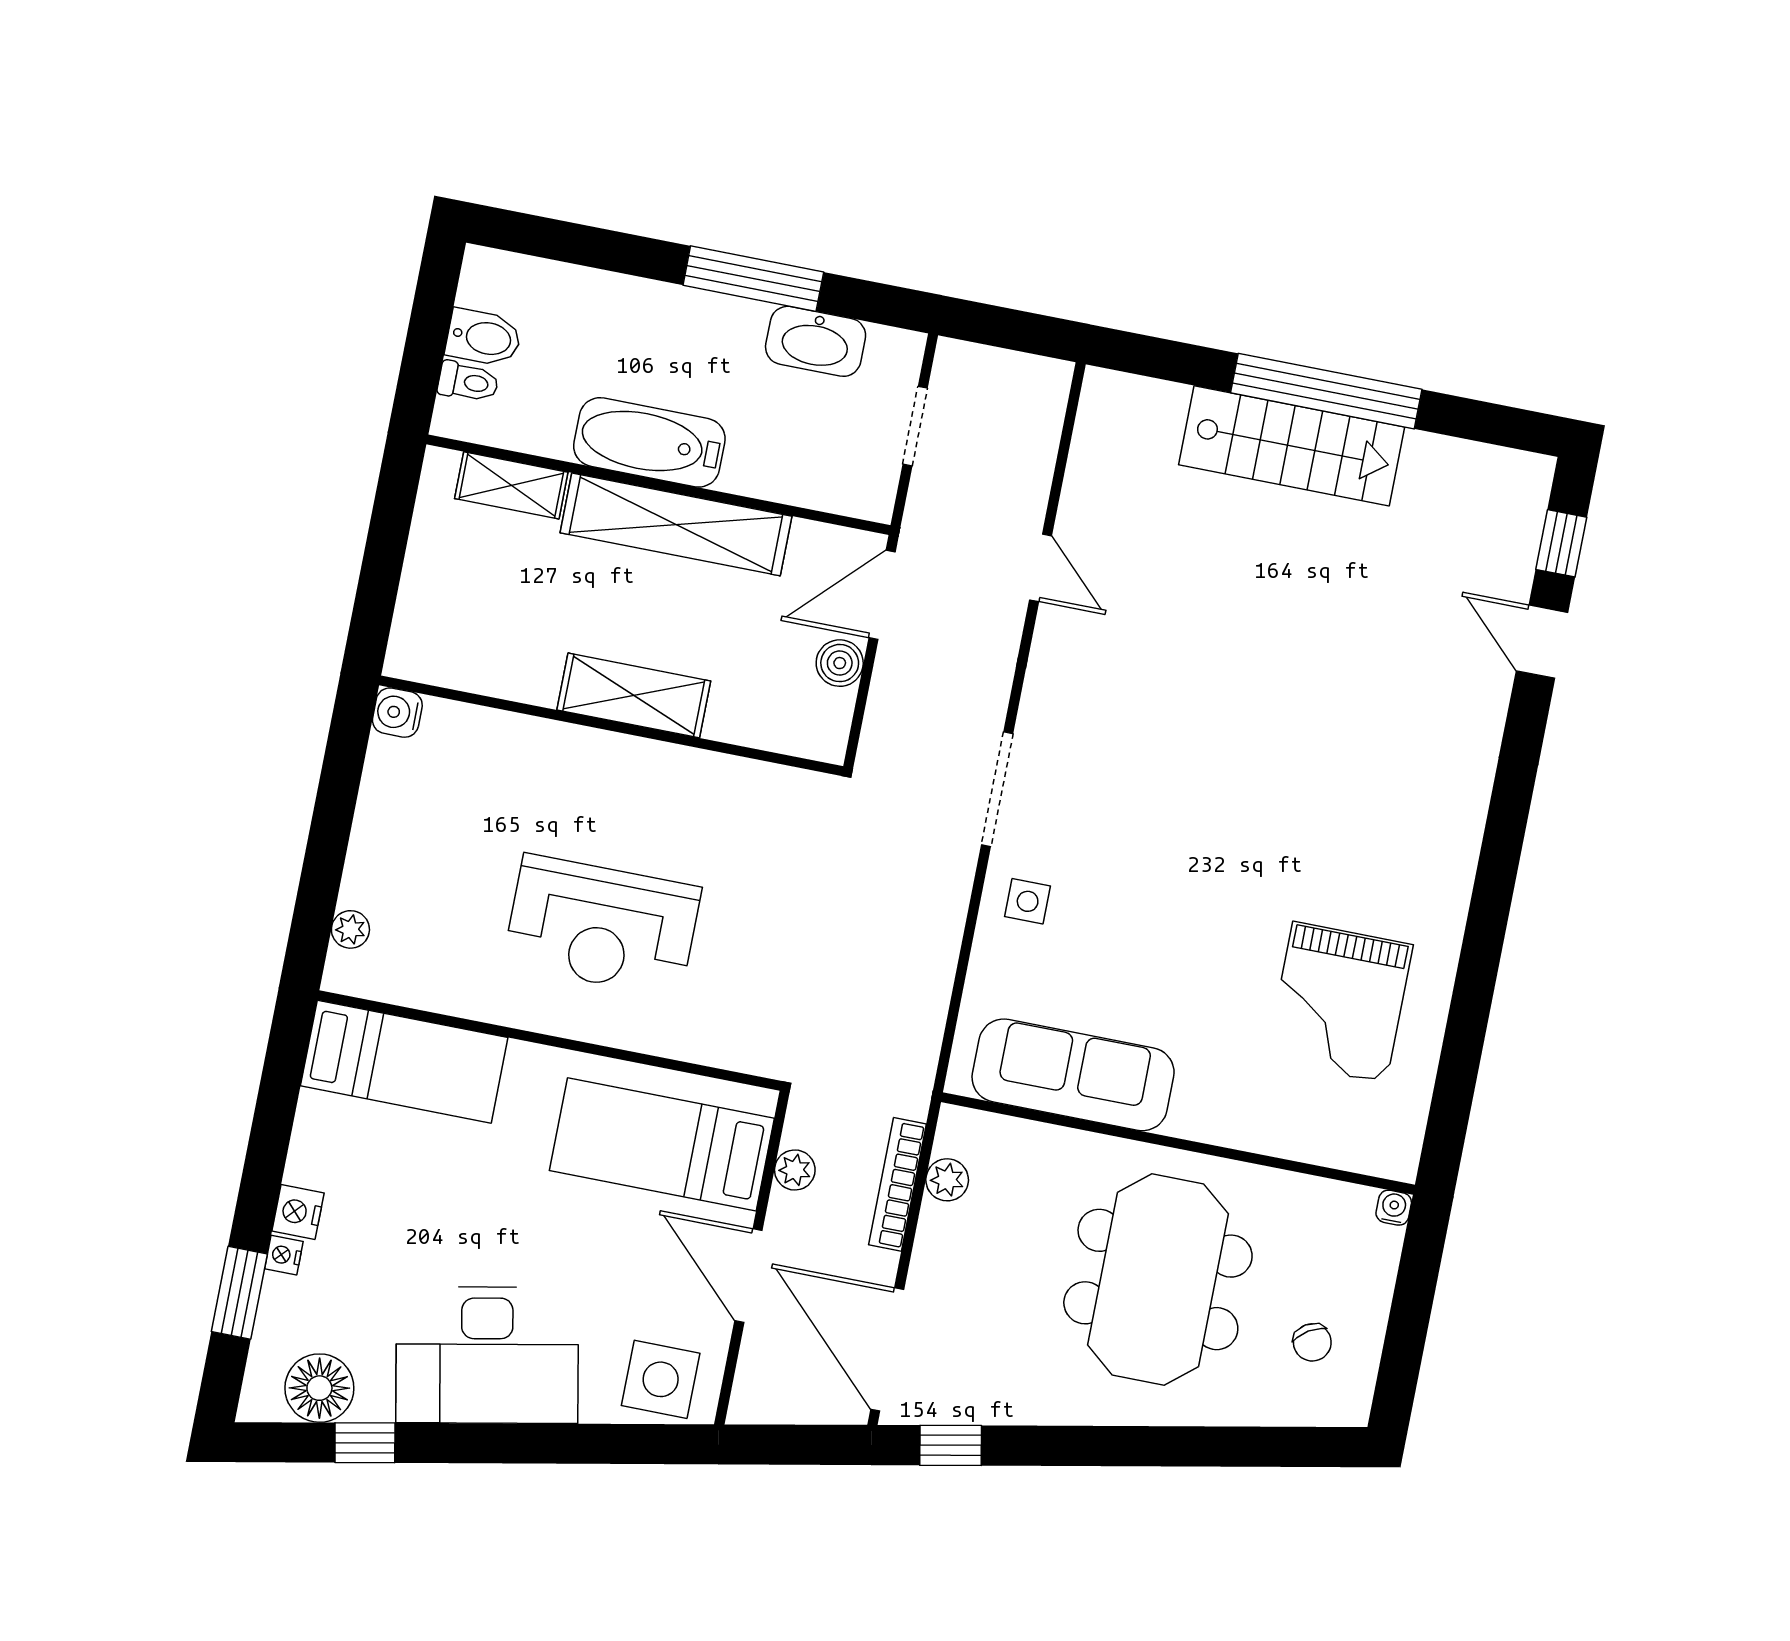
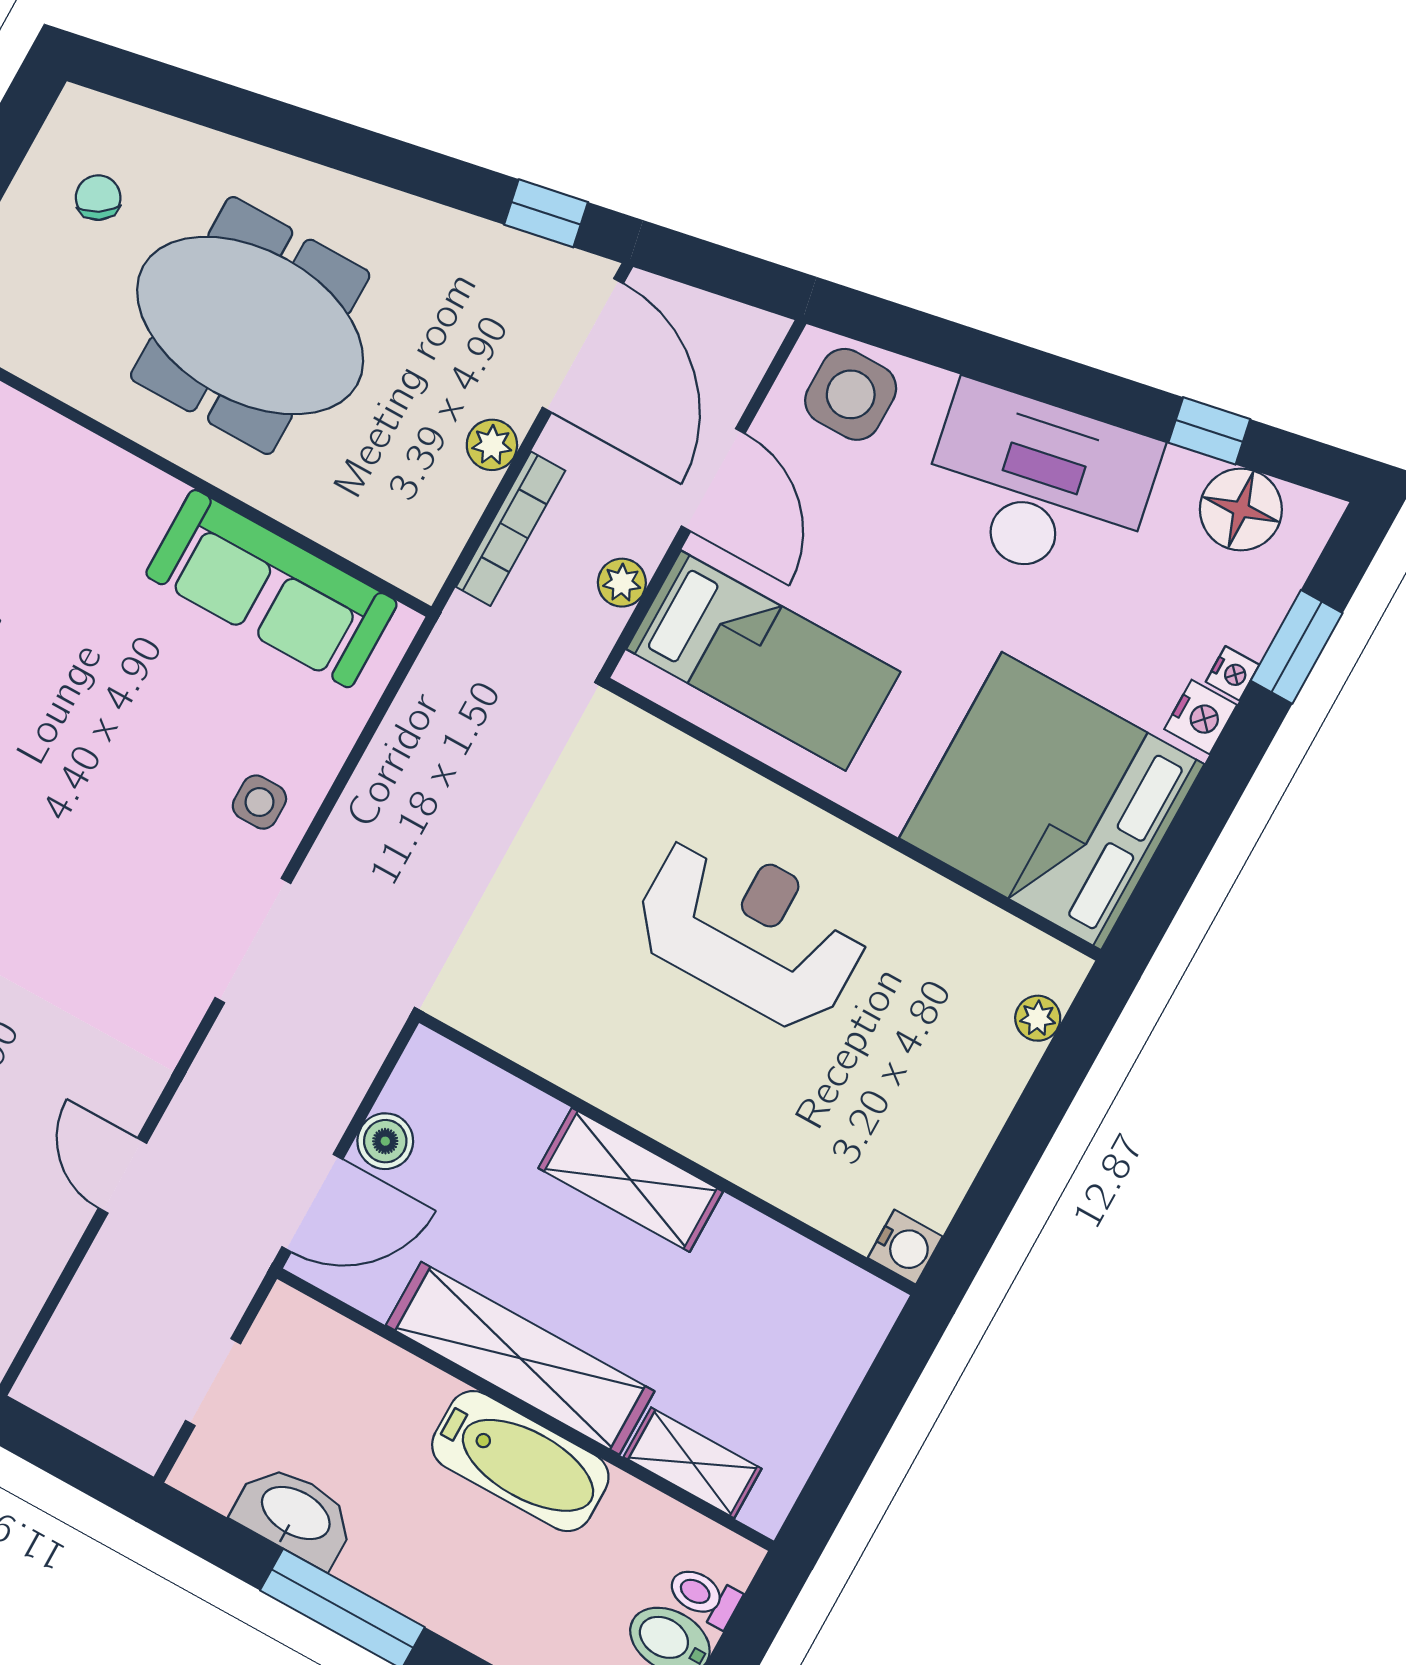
bed: (404, 1062) -> (1052, 801), width x2.04
plant: (947, 1180) -> (492, 445), moved
meeting table: (1158, 1279) -> (250, 326), turned 90

